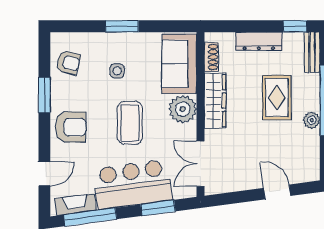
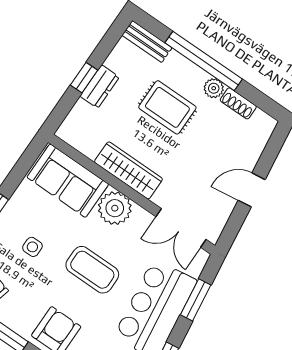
window: (295, 26) -> (84, 78), moved
dresser: (259, 41) -> (100, 87), width x0.70
shoe rack: (211, 57) -> (238, 103), moved, turned 180
door: (277, 192) -> (252, 190), moved

